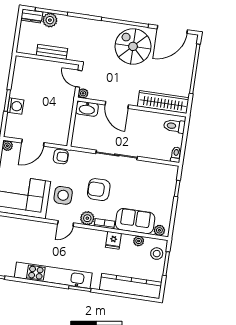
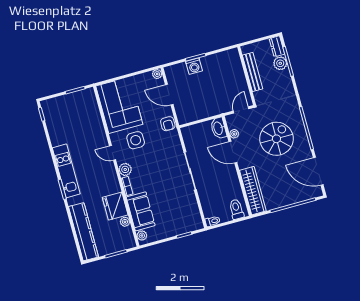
spiral stairs: (133, 46) -> (276, 139), moved
bench: (52, 52) -> (253, 72), width x1.36
plant: (83, 93) -> (234, 134), moved
door: (117, 105) -> (233, 152), hinge flipped
armchair: (99, 190) -> (154, 168), removed
fridge: (113, 240) -> (115, 206), width x1.88, depth x1.34
stool: (157, 254) -> (121, 242), removed
kitchen unit: (53, 275) -> (66, 171), width x0.73

